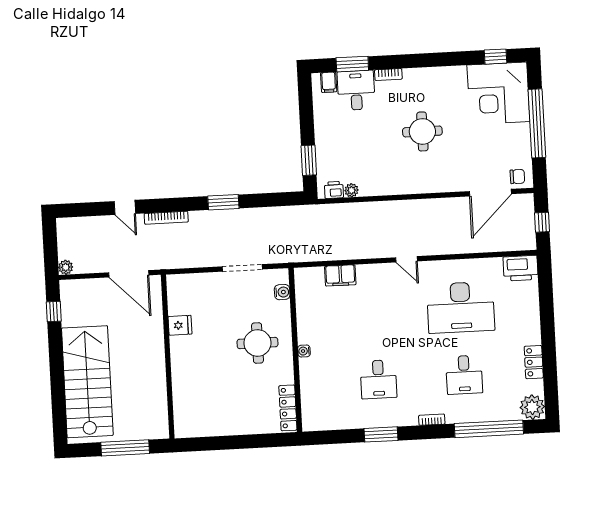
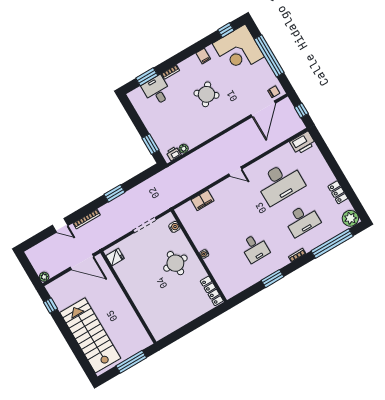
filing cabinet: (329, 82) -> (203, 56), moved
round table: (422, 131) -> (206, 94), turned 37
fridge: (180, 325) -> (115, 257), moved
desk: (464, 375) -> (302, 220), width x1.37

